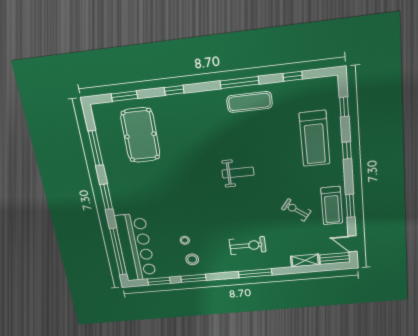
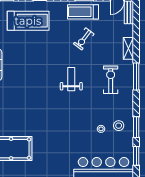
weight bench: (238, 173) -> (71, 79), moved
treadmill: (332, 206) -> (83, 12), turned 180
shelving: (305, 260) -> (128, 48), moved

